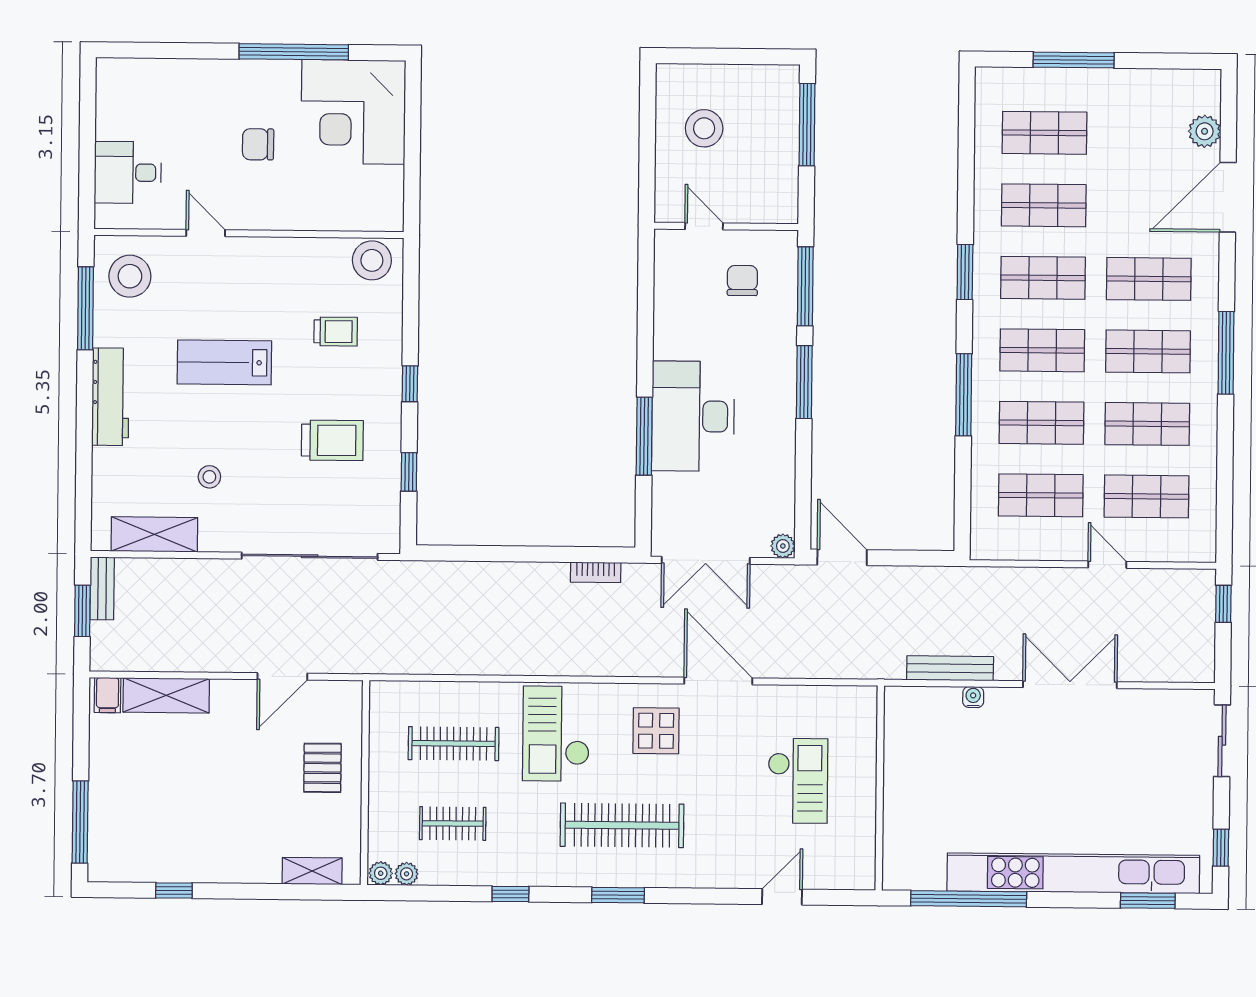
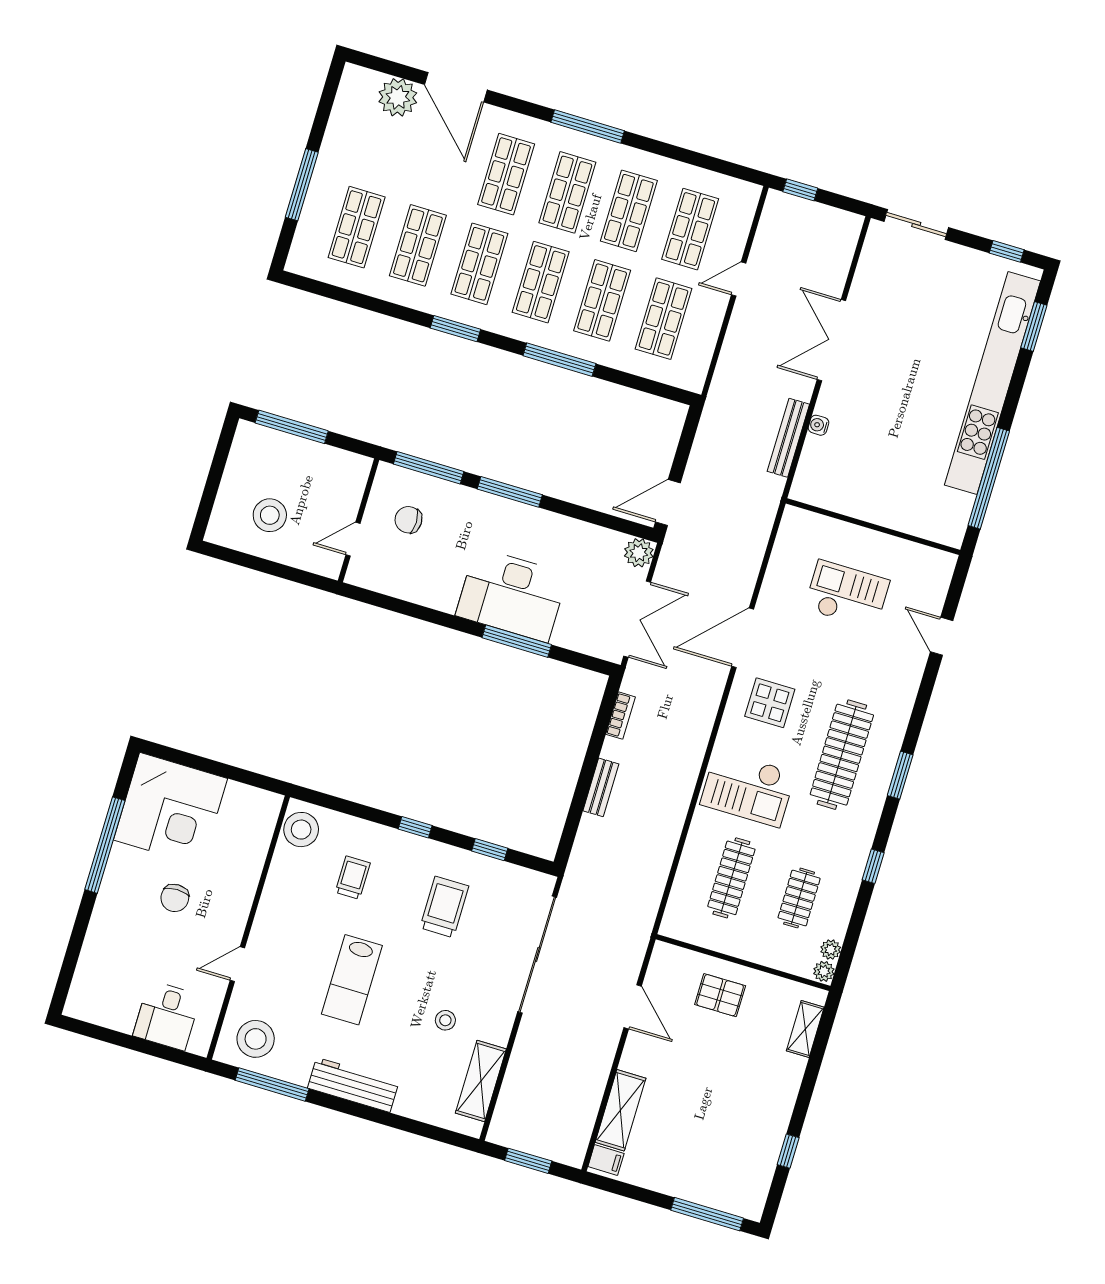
plant: (1205, 131) -> (398, 97), width x1.36, depth x1.36
plant: (783, 546) -> (639, 553), width x1.38, depth x1.38
bench: (102, 588) -> (601, 787), moved, turned 90

